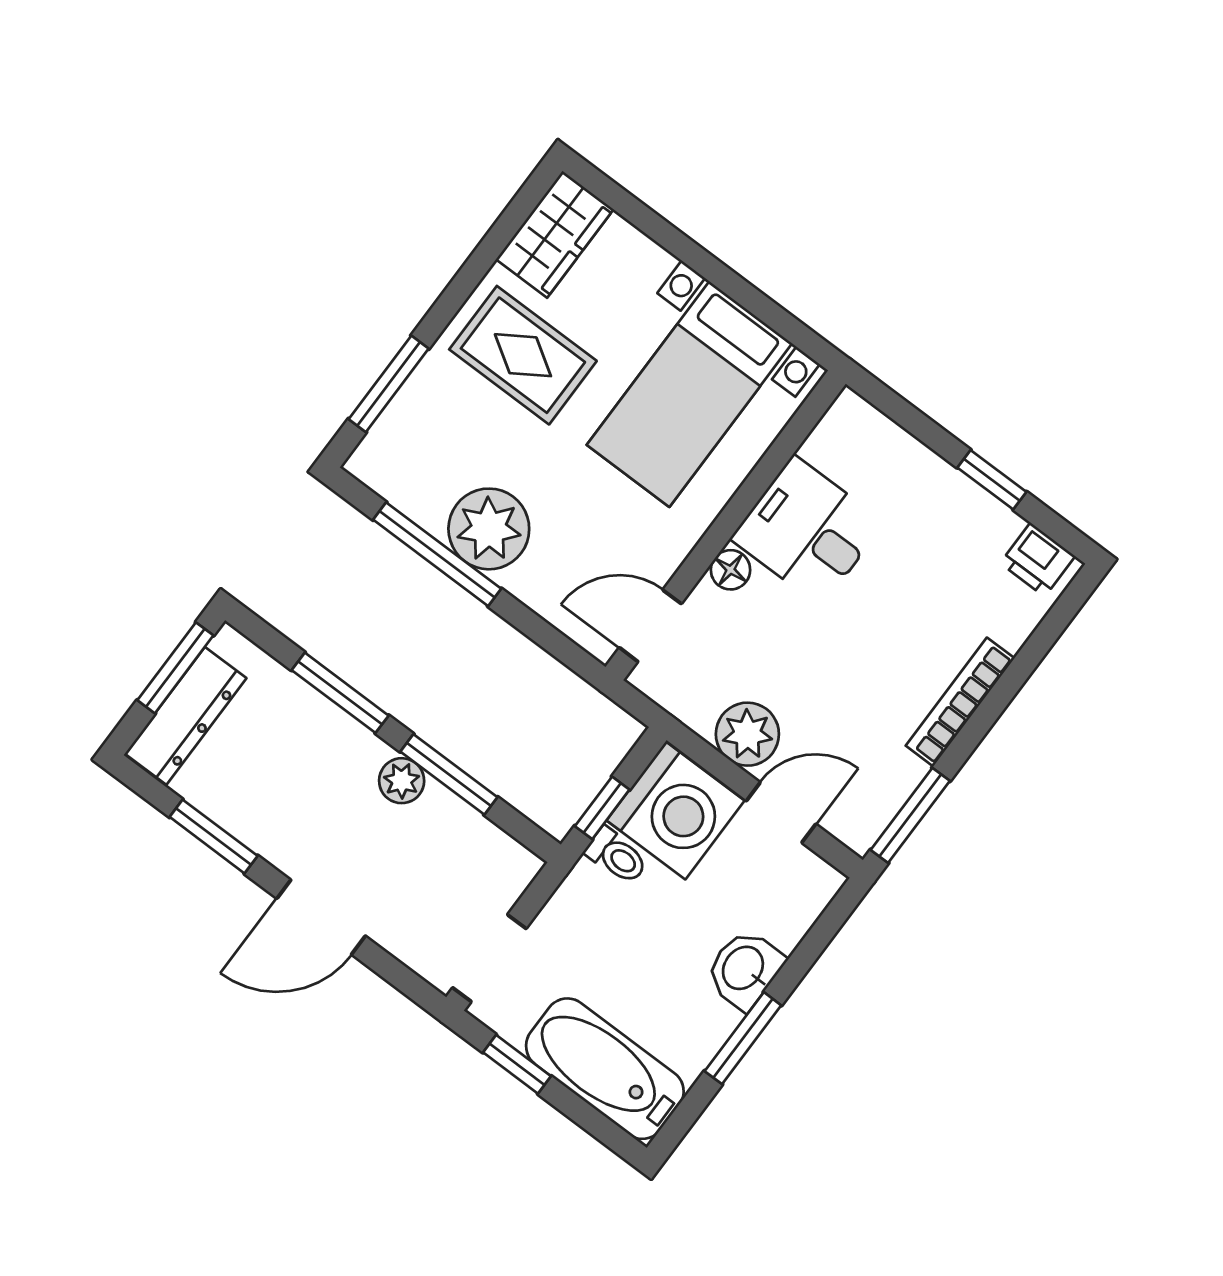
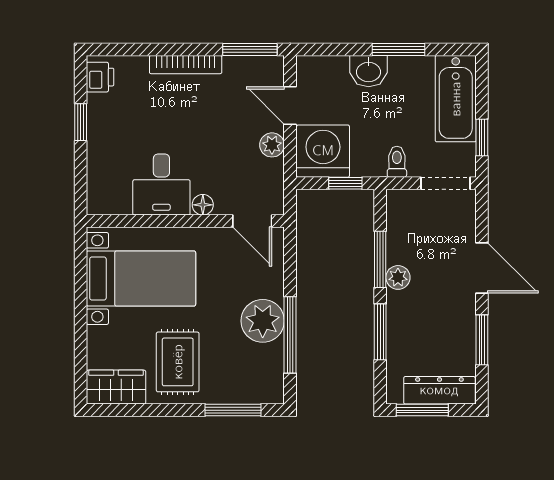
plant: (747, 734) -> (272, 145), width x0.73, depth x0.73
toilet: (617, 856) -> (397, 162), moved

